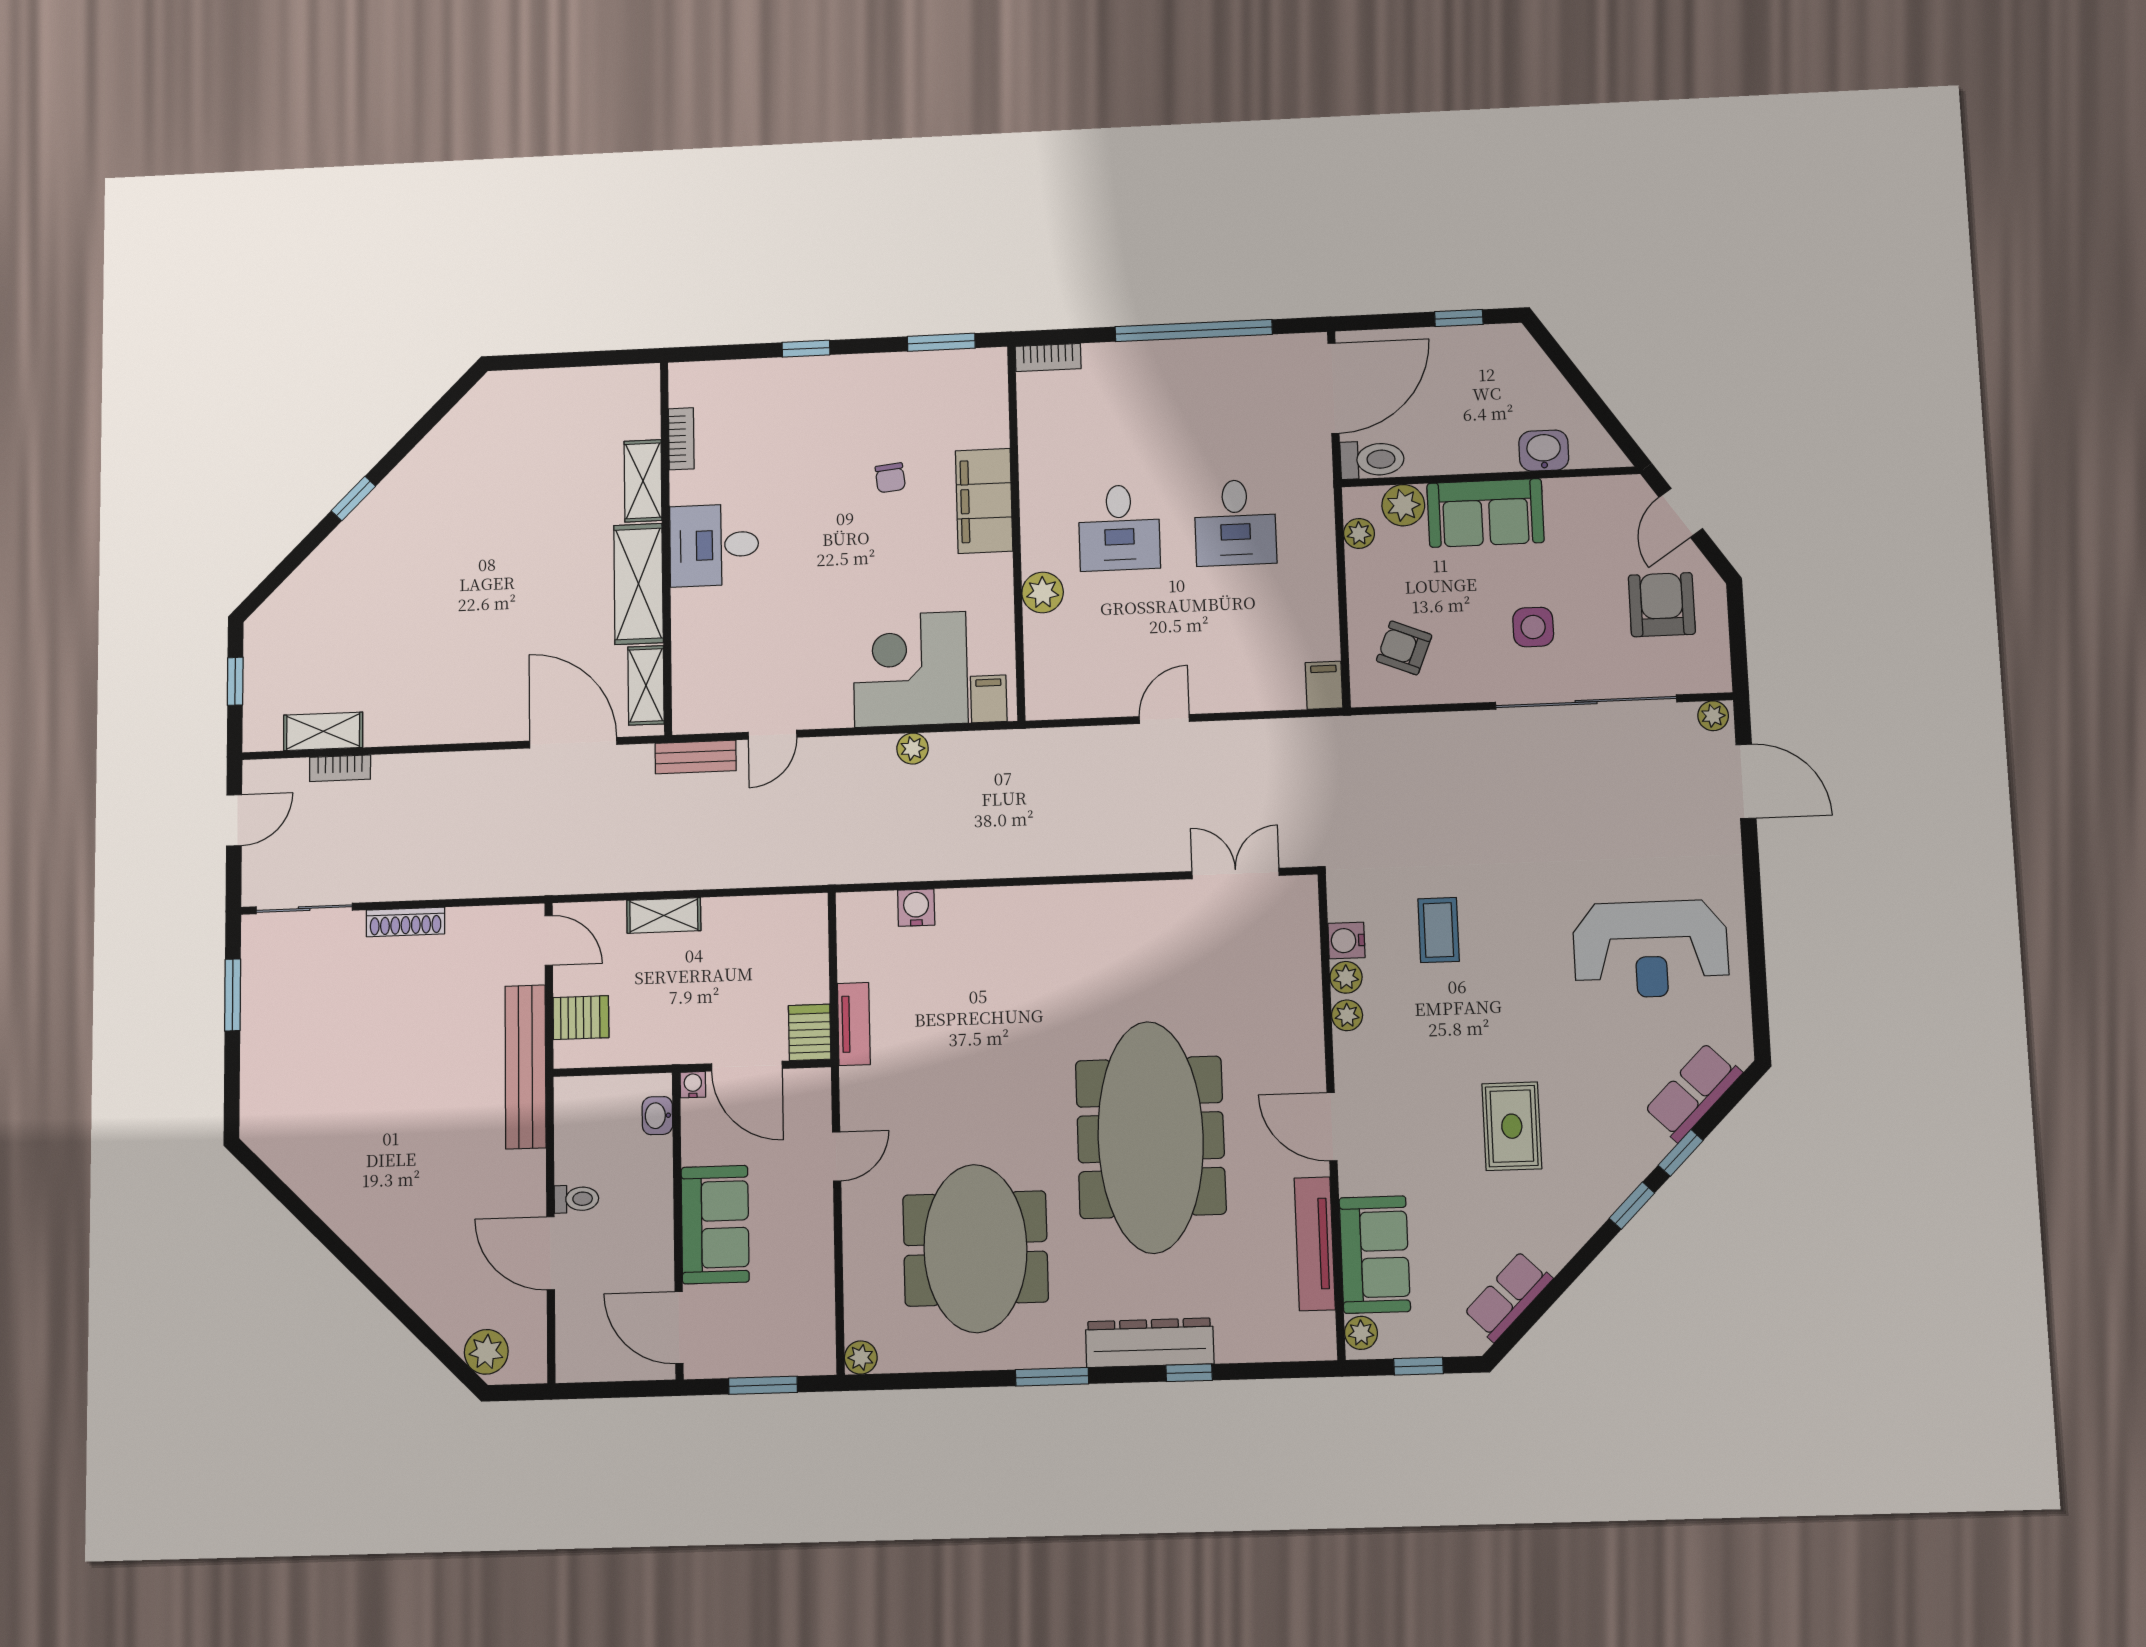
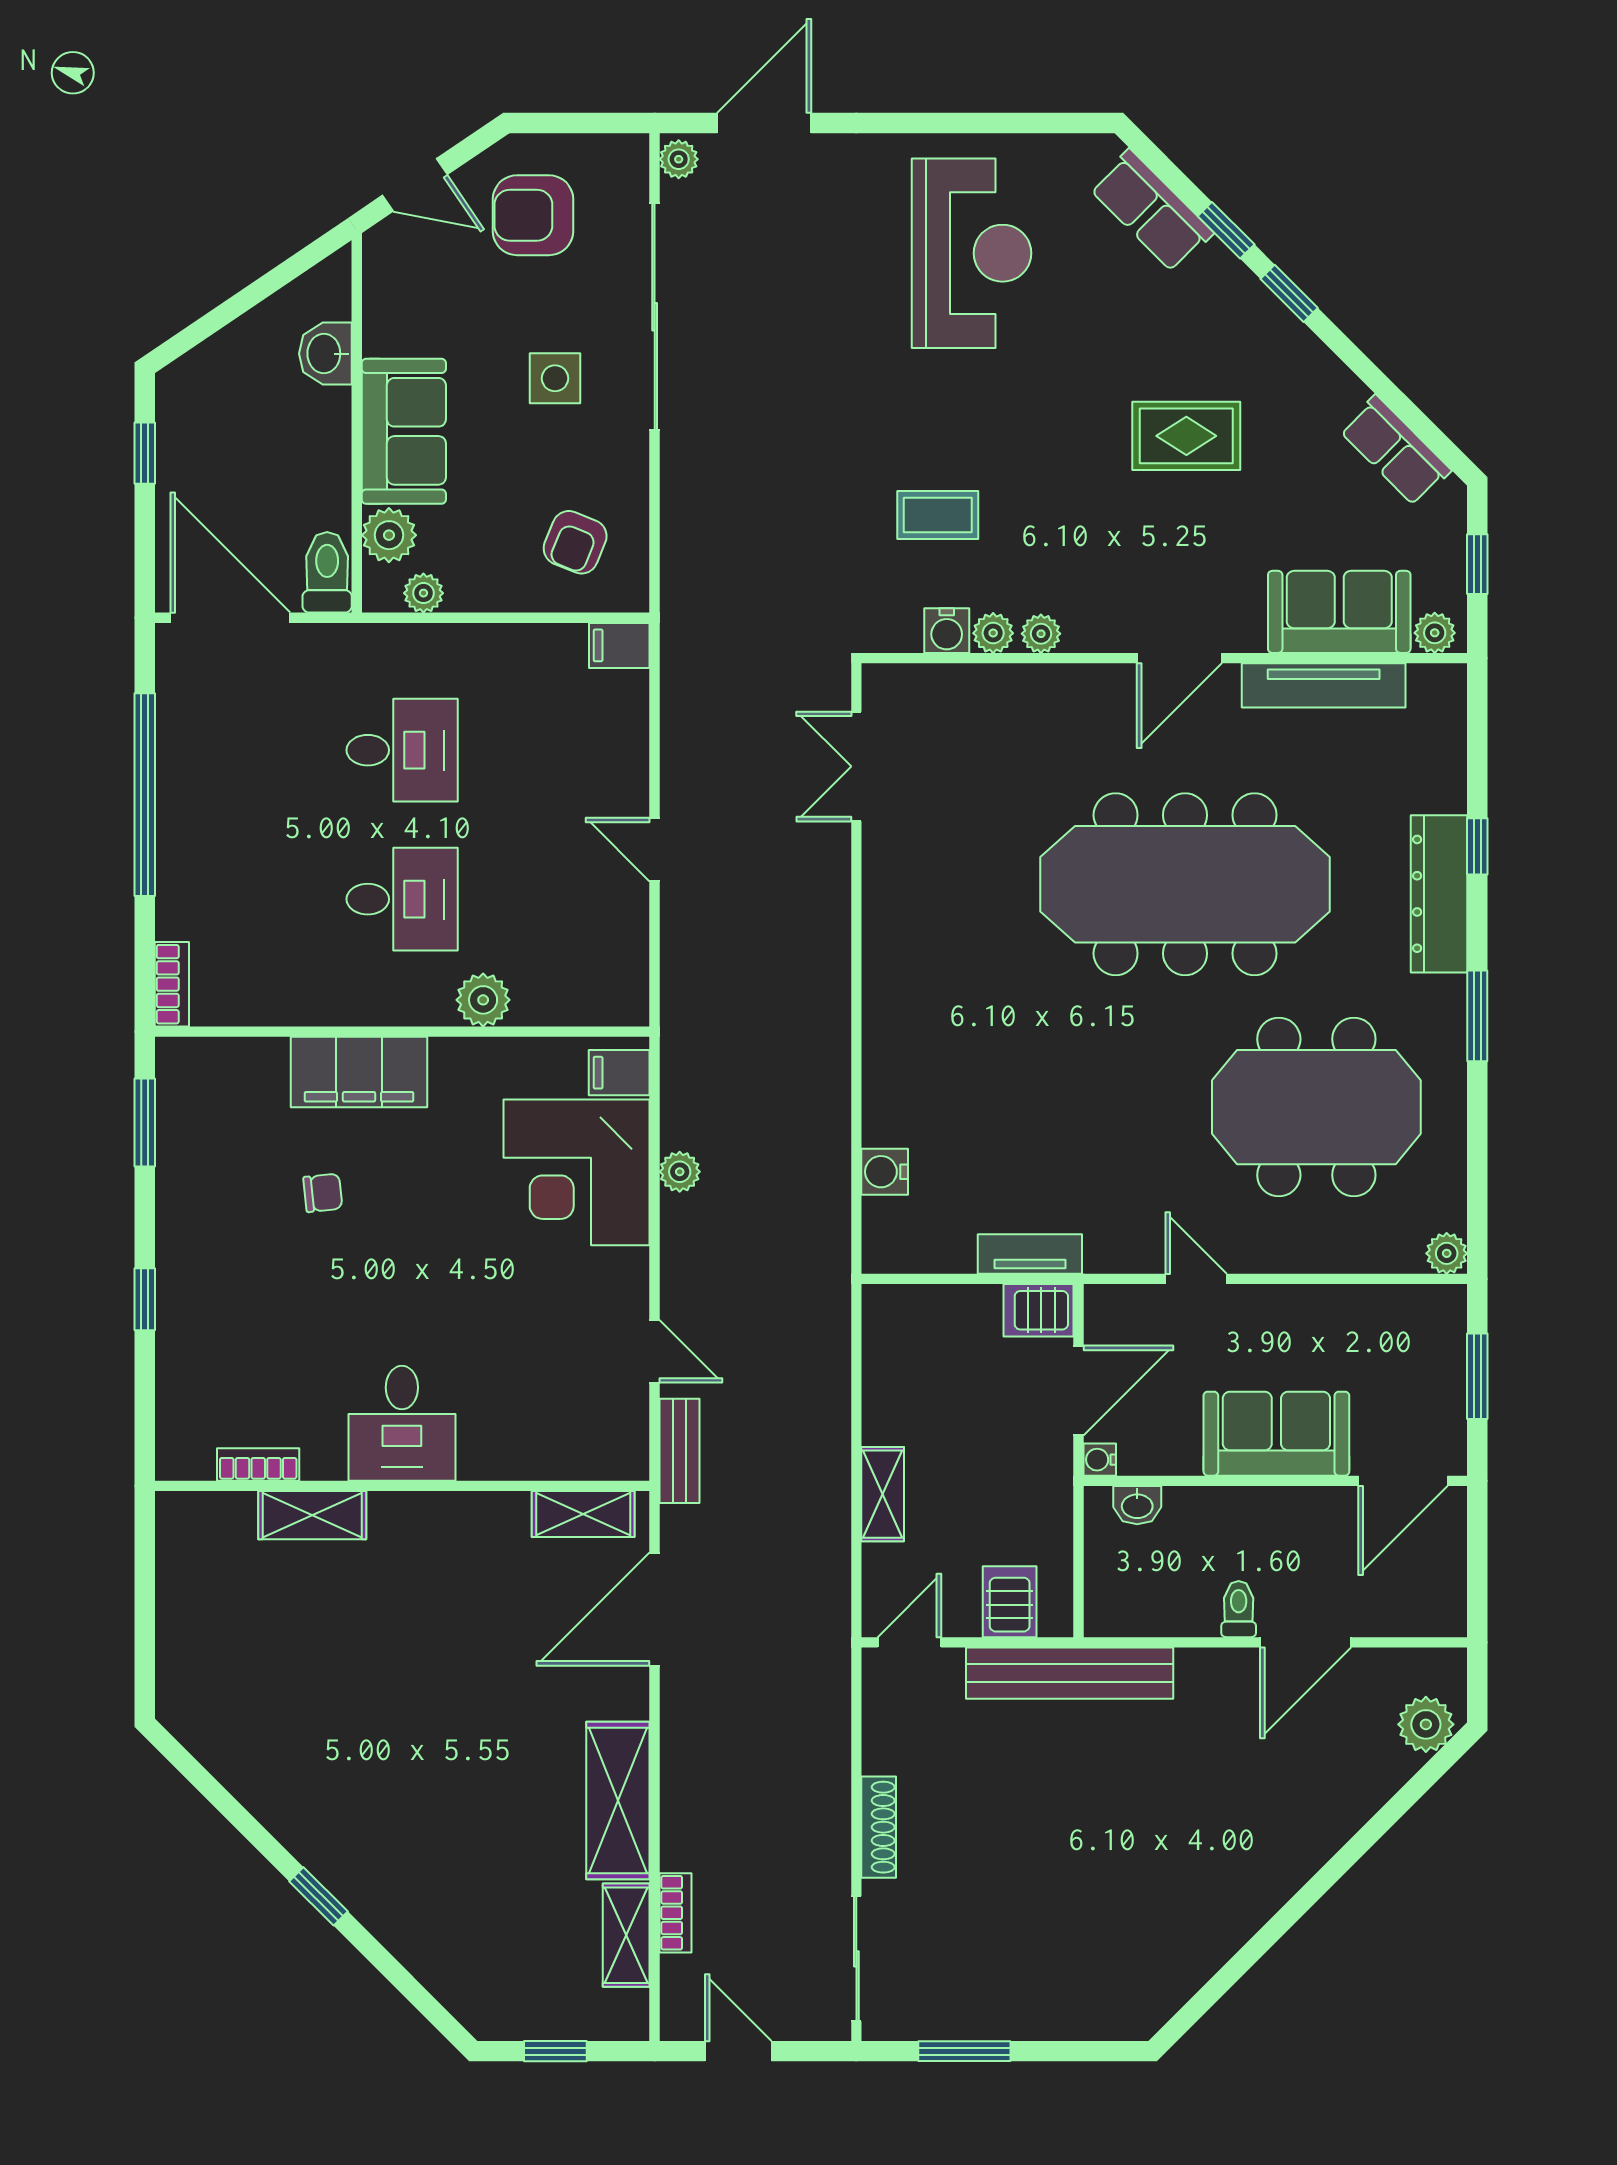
shelving: (638, 584) -> (618, 1801), moved, turned 90

